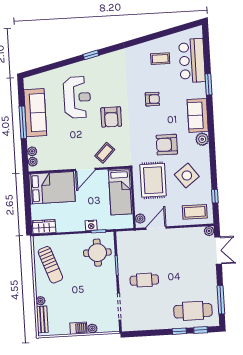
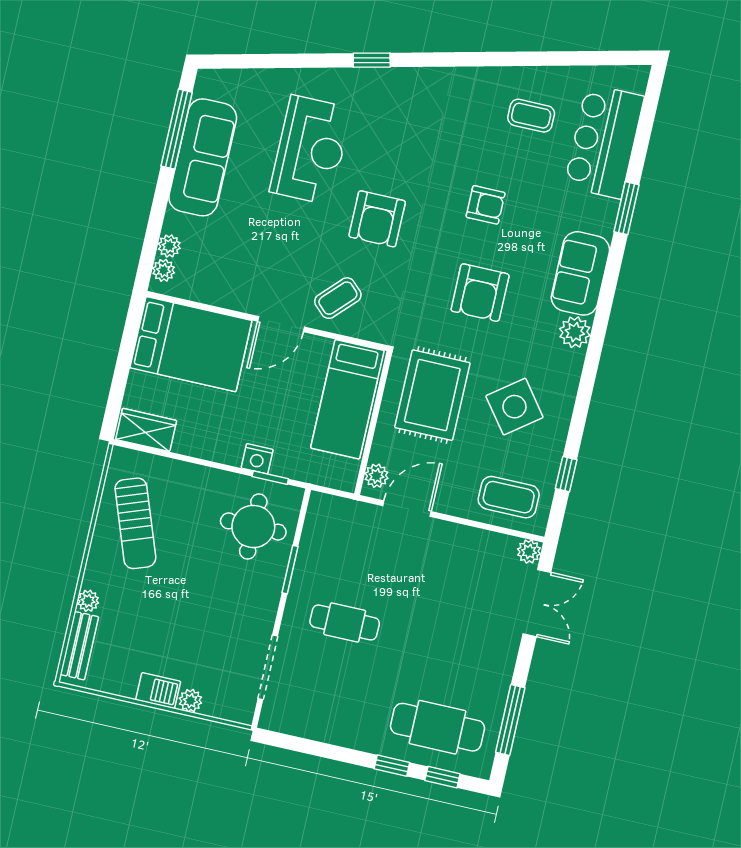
window: (23, 122) -> (177, 129), moved
armchair: (167, 145) -> (480, 293), moved, turned -90

